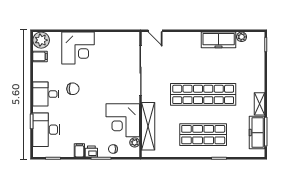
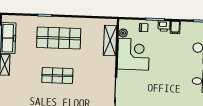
chair: (73, 89) -> (179, 85), removed
shop shelf: (203, 94) -> (57, 76), width x0.50, depth x0.74
shelving: (148, 126) -> (110, 41), width x0.68

